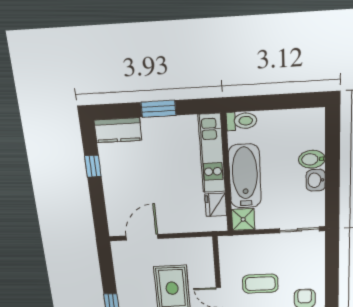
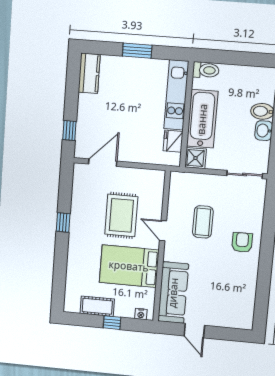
kitchen counter: (118, 130) -> (89, 73), moved, turned -90
window: (93, 166) -> (69, 131), moved
coffee table: (260, 284) -> (203, 222), turned 90

